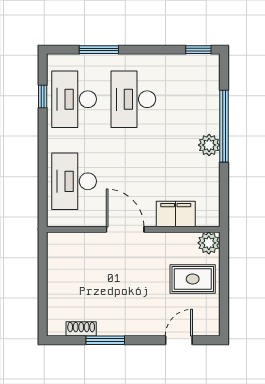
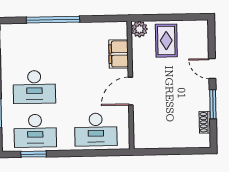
window: (43, 96) -> (34, 154), width x1.50
plant: (209, 145) -> (67, 30), removed
door: (179, 340) -> (212, 69), moved

